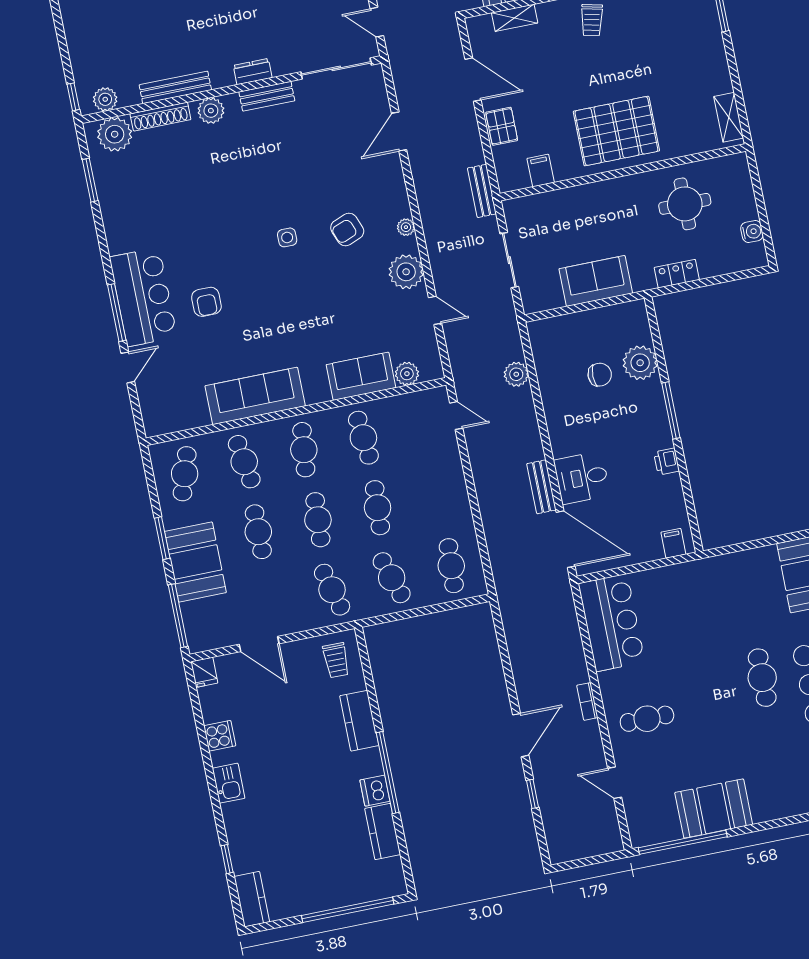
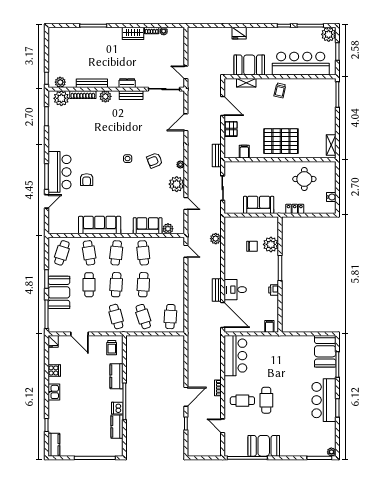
cafe table: (762, 678) -> (266, 400), moved

